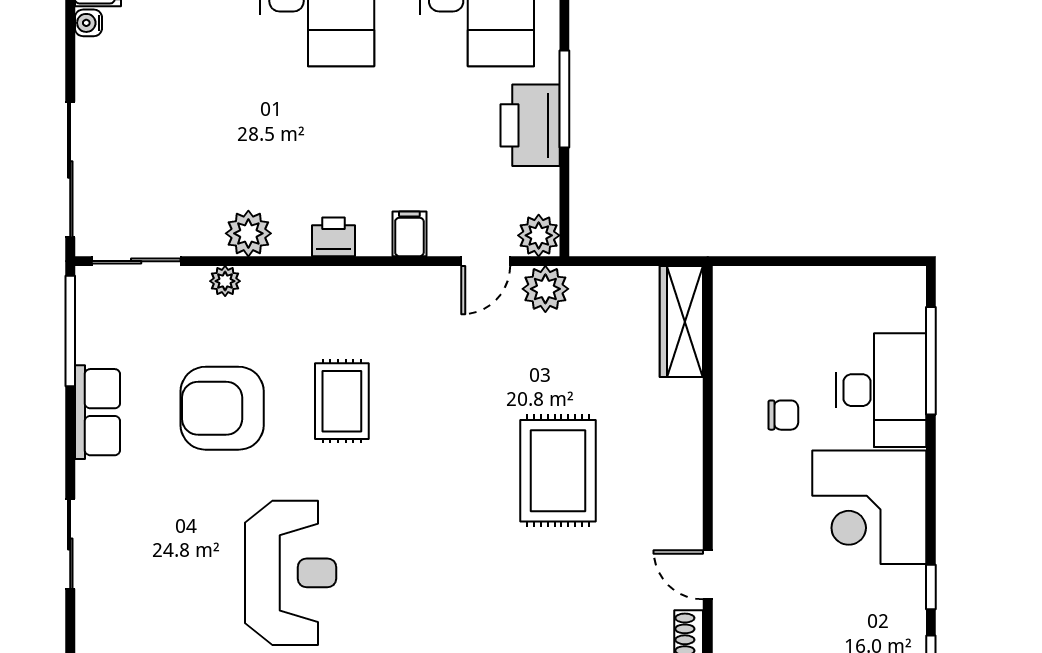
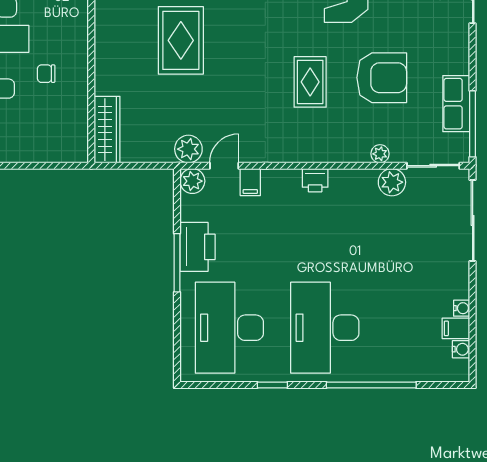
plant: (248, 233) -> (392, 182), moved
filing cabinet: (409, 234) -> (250, 182), moved
row of seats: (97, 412) -> (456, 104), moved

